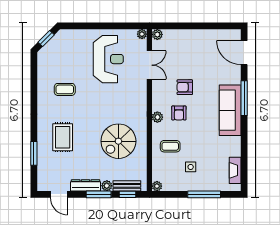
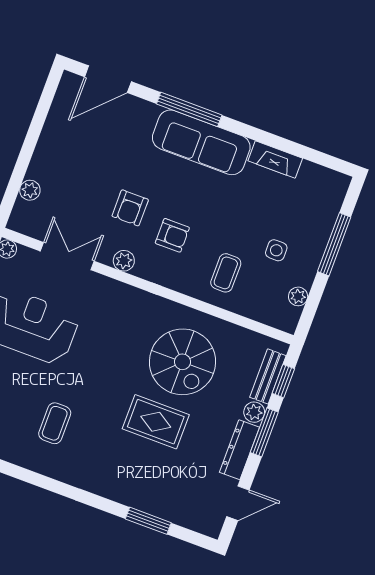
plant: (157, 34) -> (30, 190), moved
plant: (157, 117) -> (124, 261), moved
rug: (63, 137) -> (156, 422), moved
fireplace: (235, 170) -> (275, 160), moved
plant: (157, 186) -> (298, 296), moved

